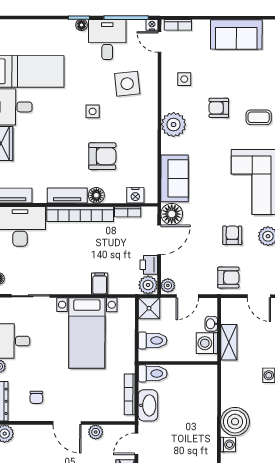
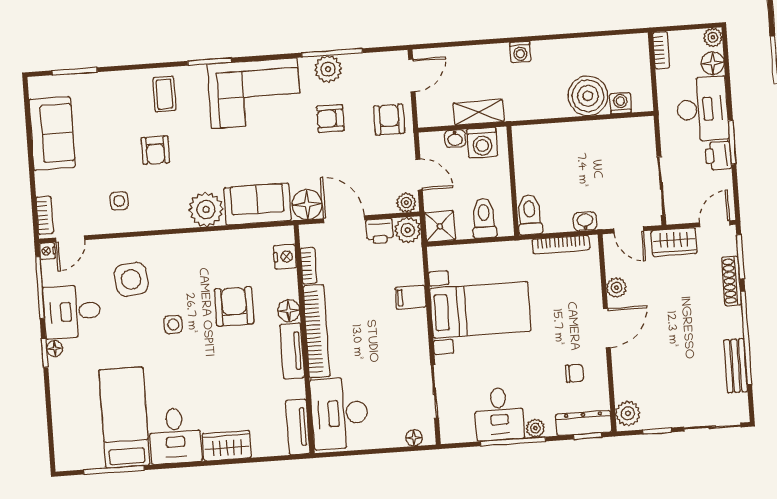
plant: (174, 125) -> (206, 209), moved
washbasin: (148, 405) -> (585, 221), width x0.52, depth x0.69

